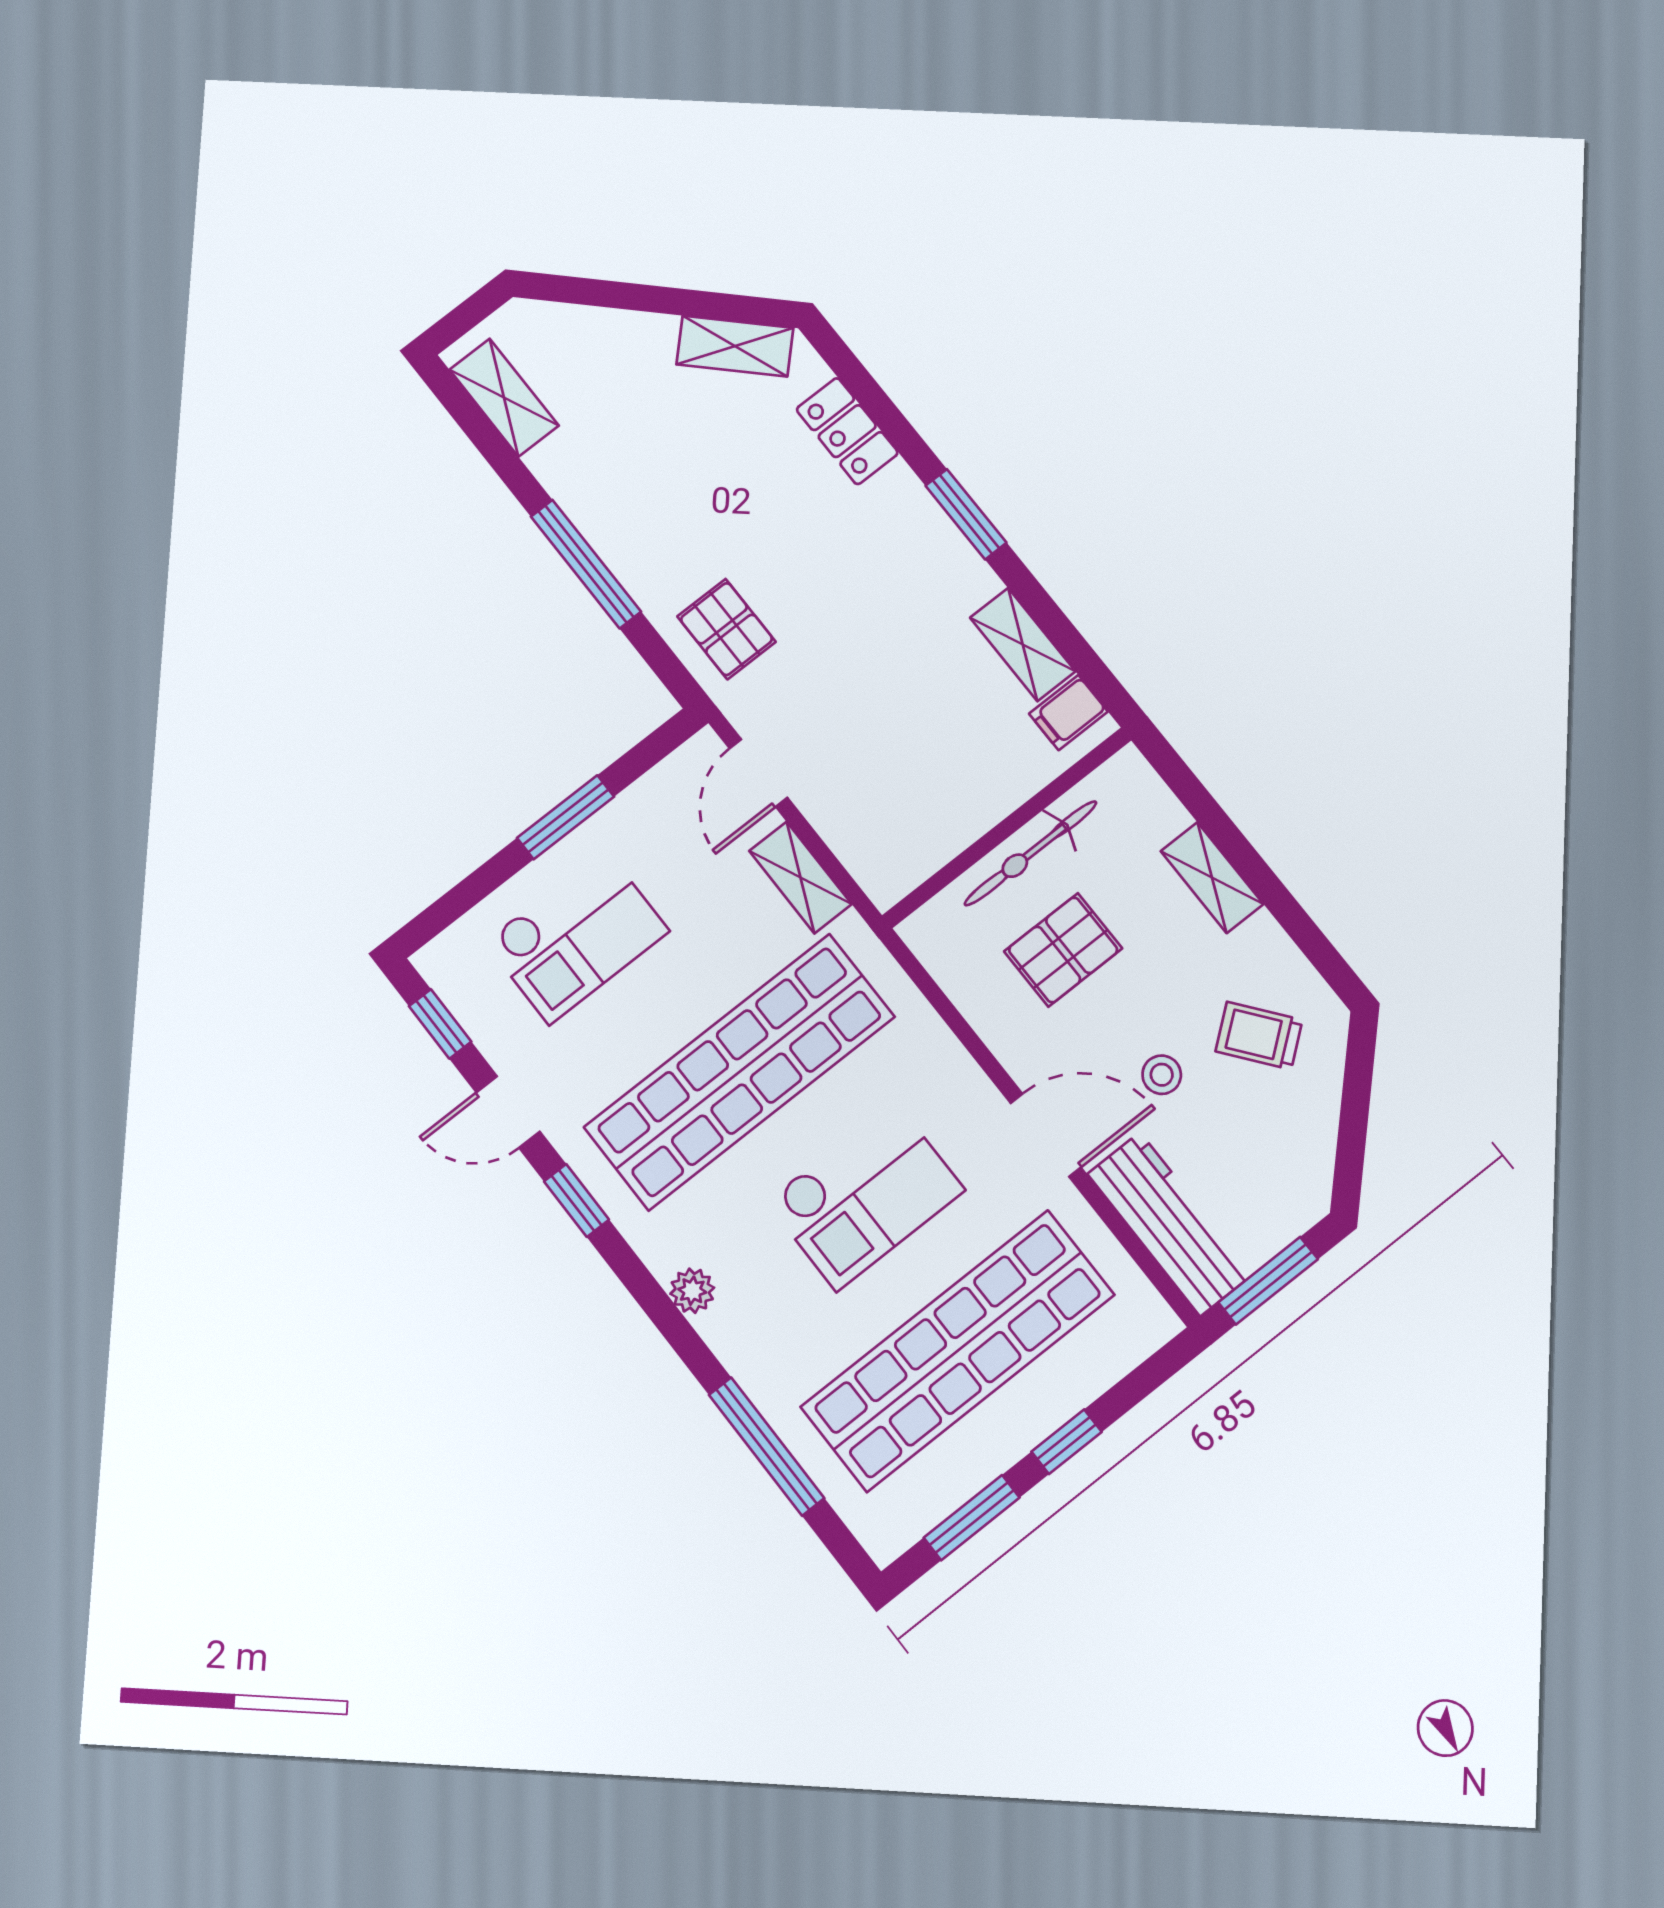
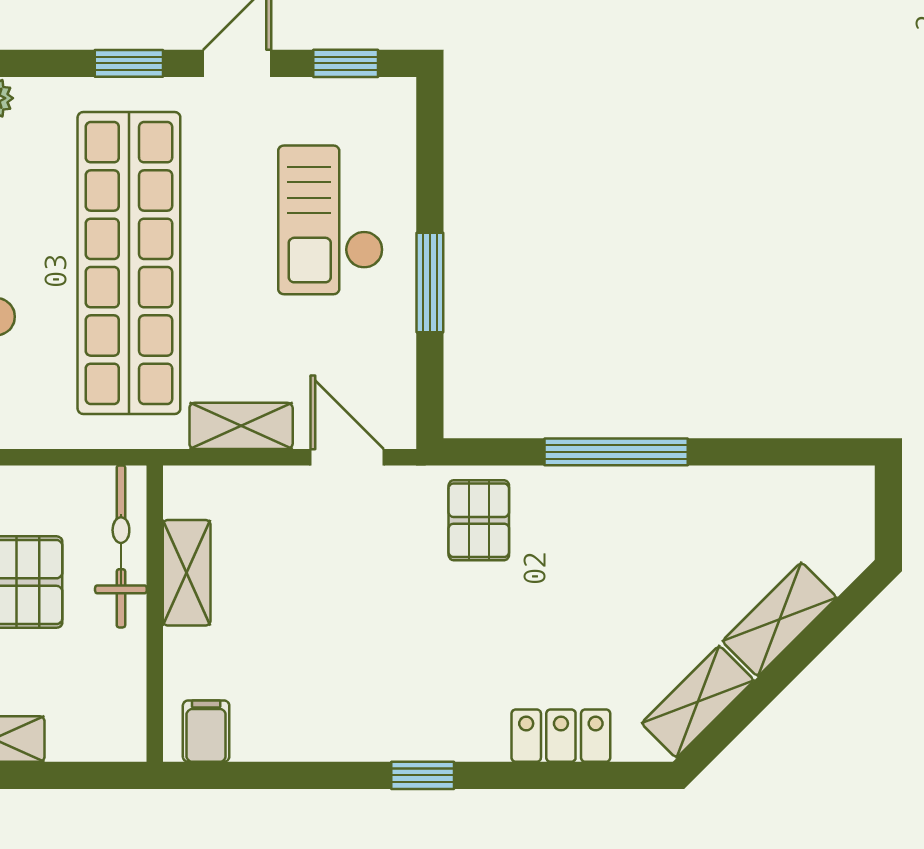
shelving: (504, 398) -> (780, 619), moved, turned -45
window: (966, 514) -> (423, 775), width x0.67
pallet: (726, 629) -> (479, 520), turned 90
shelving: (1023, 645) -> (187, 573), moved, turned 90
bicycle: (1031, 853) -> (121, 546), moved

